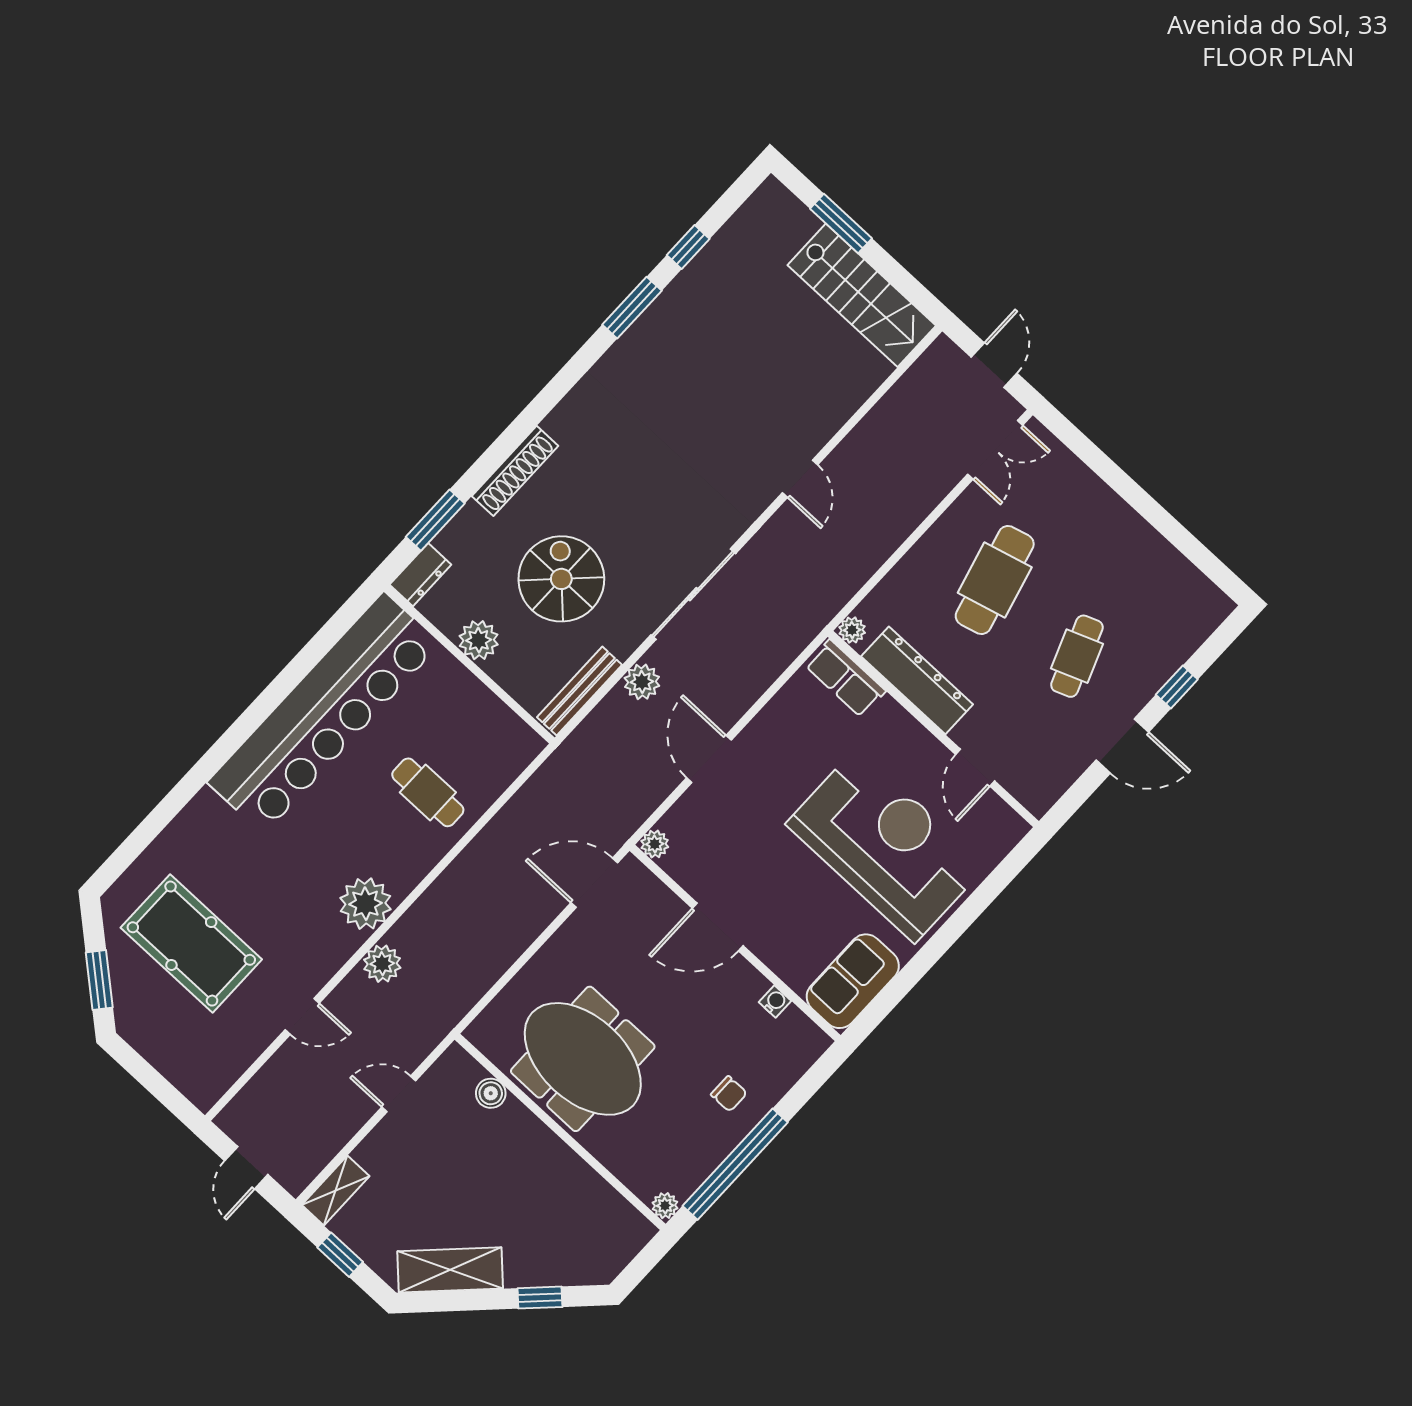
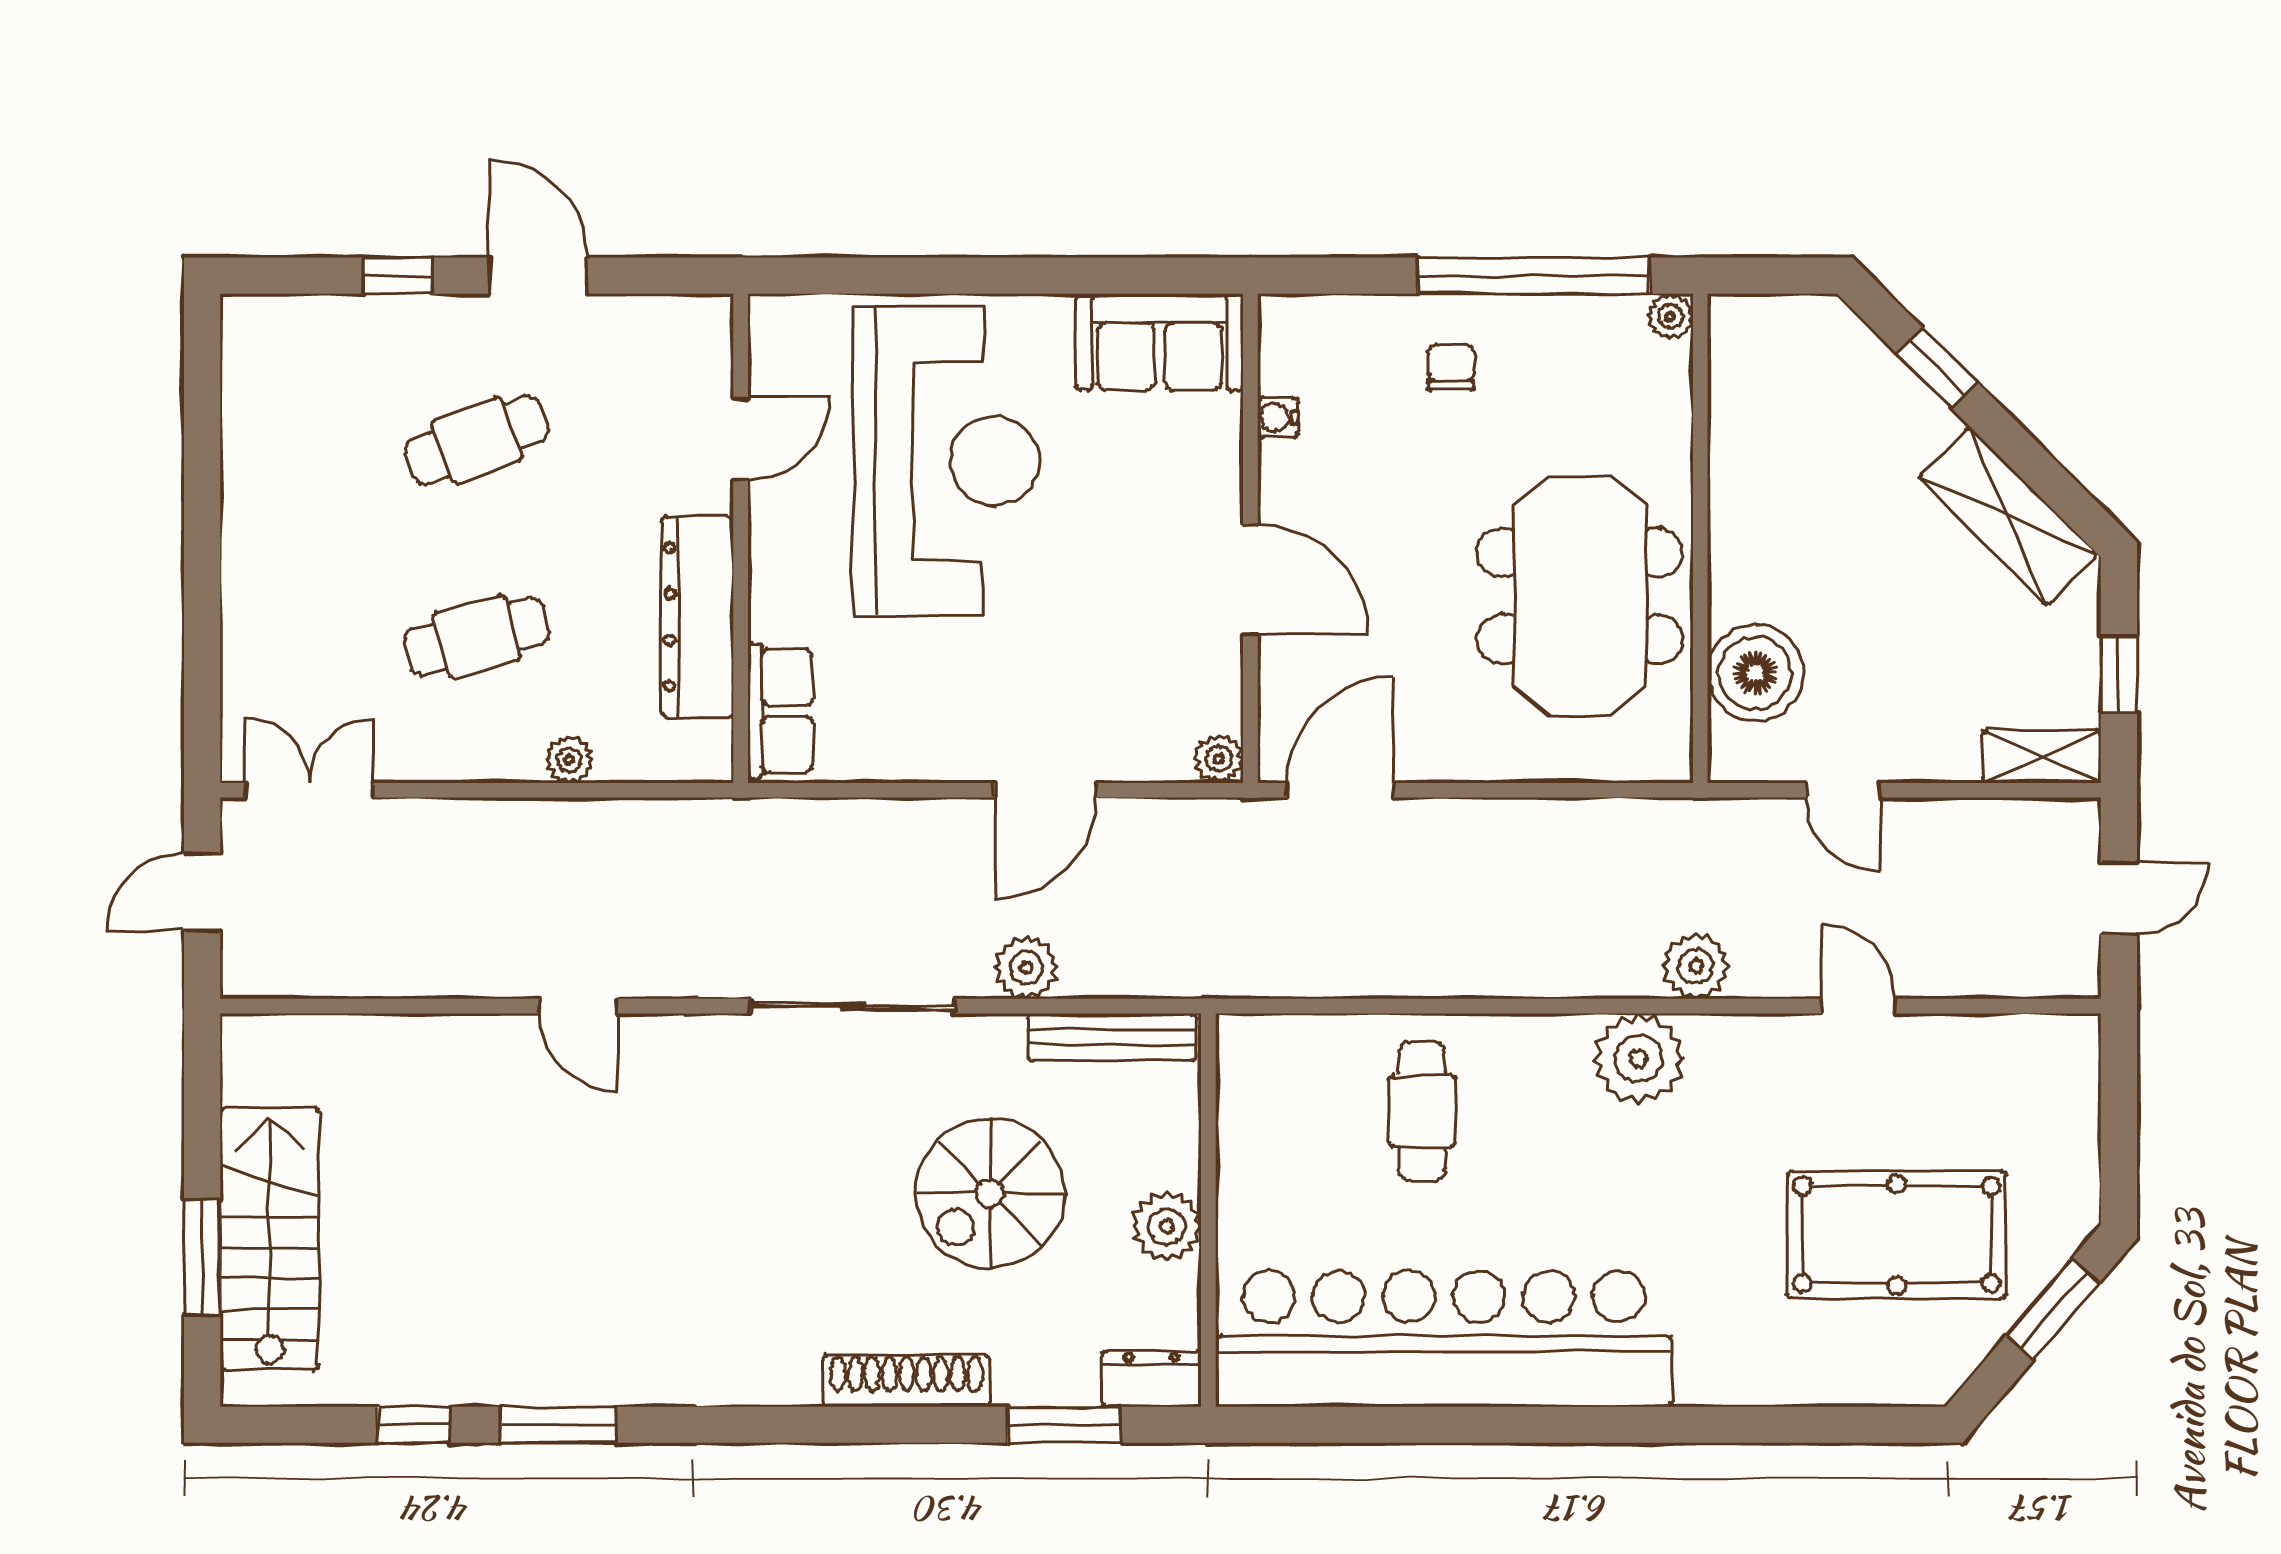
stairs: (862, 295) -> (270, 1239), moved
door: (800, 479) -> (578, 1006), swing flipped
cafe table: (995, 580) -> (477, 636), width x0.73, depth x0.74
plant: (852, 630) -> (569, 760), moved
reception desk: (886, 845) -> (946, 461), turned 180
door: (594, 883) -> (1340, 790), swing flipped
pool table: (191, 944) -> (1897, 1235), turned 90
boiler: (491, 1093) -> (1755, 673), width x1.86, depth x1.86

